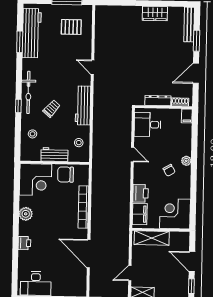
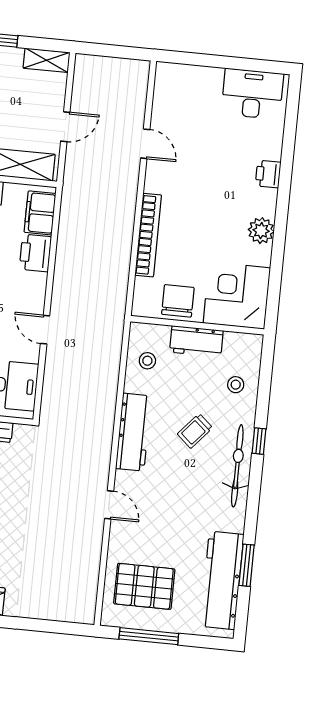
pallet: (71, 27) -> (144, 586), width x1.50, depth x1.42
chair: (66, 175) -> (178, 301), turned -90
door: (89, 254) -> (145, 144), width x0.53
door: (130, 273) -> (65, 127), moved

